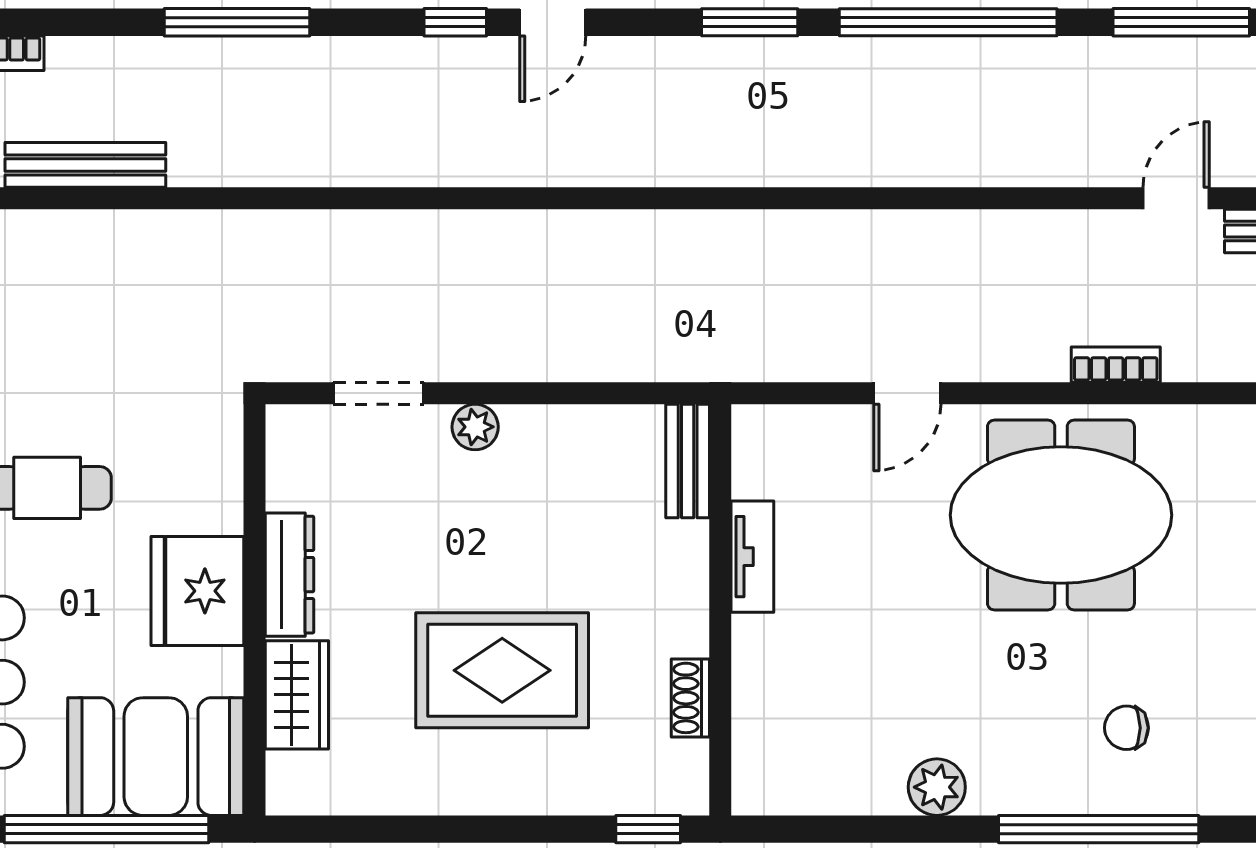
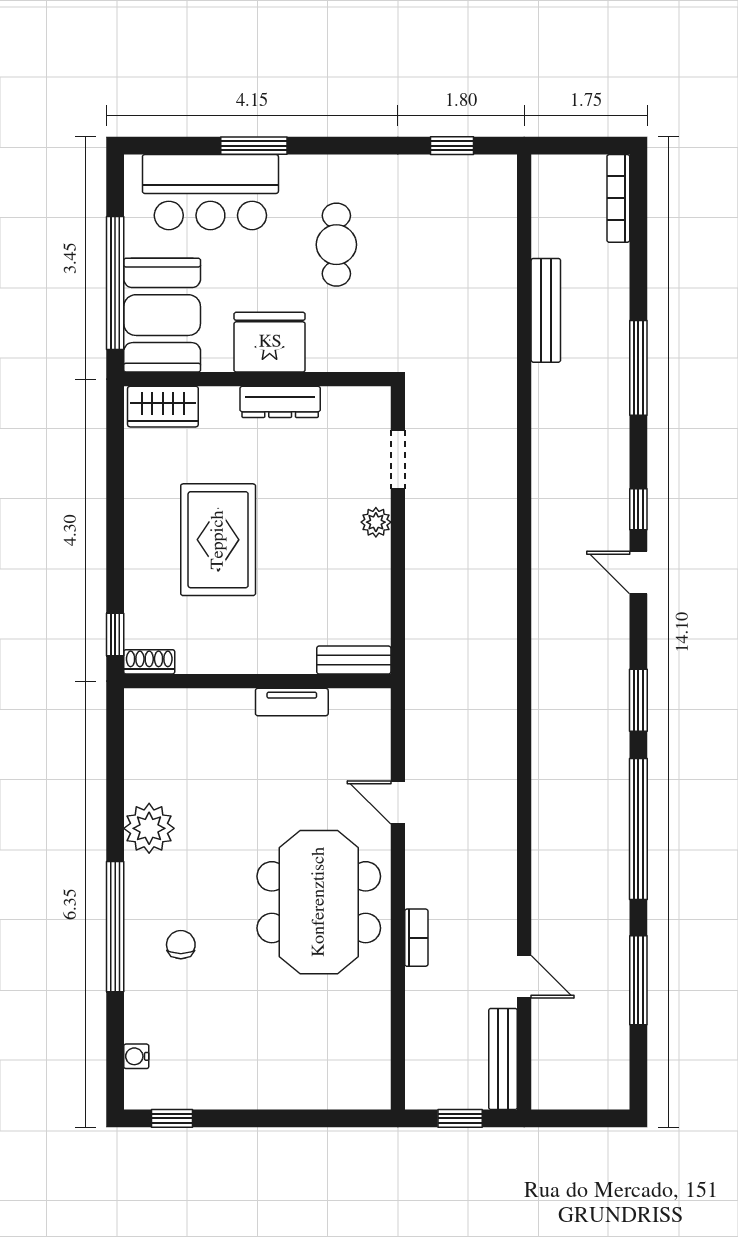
bench: (85, 165) -> (546, 310), moved
wardrobe: (297, 695) -> (163, 407), moved
shoe rack: (690, 698) -> (149, 662), moved
plant: (937, 787) -> (149, 828), width x1.36, depth x1.36

